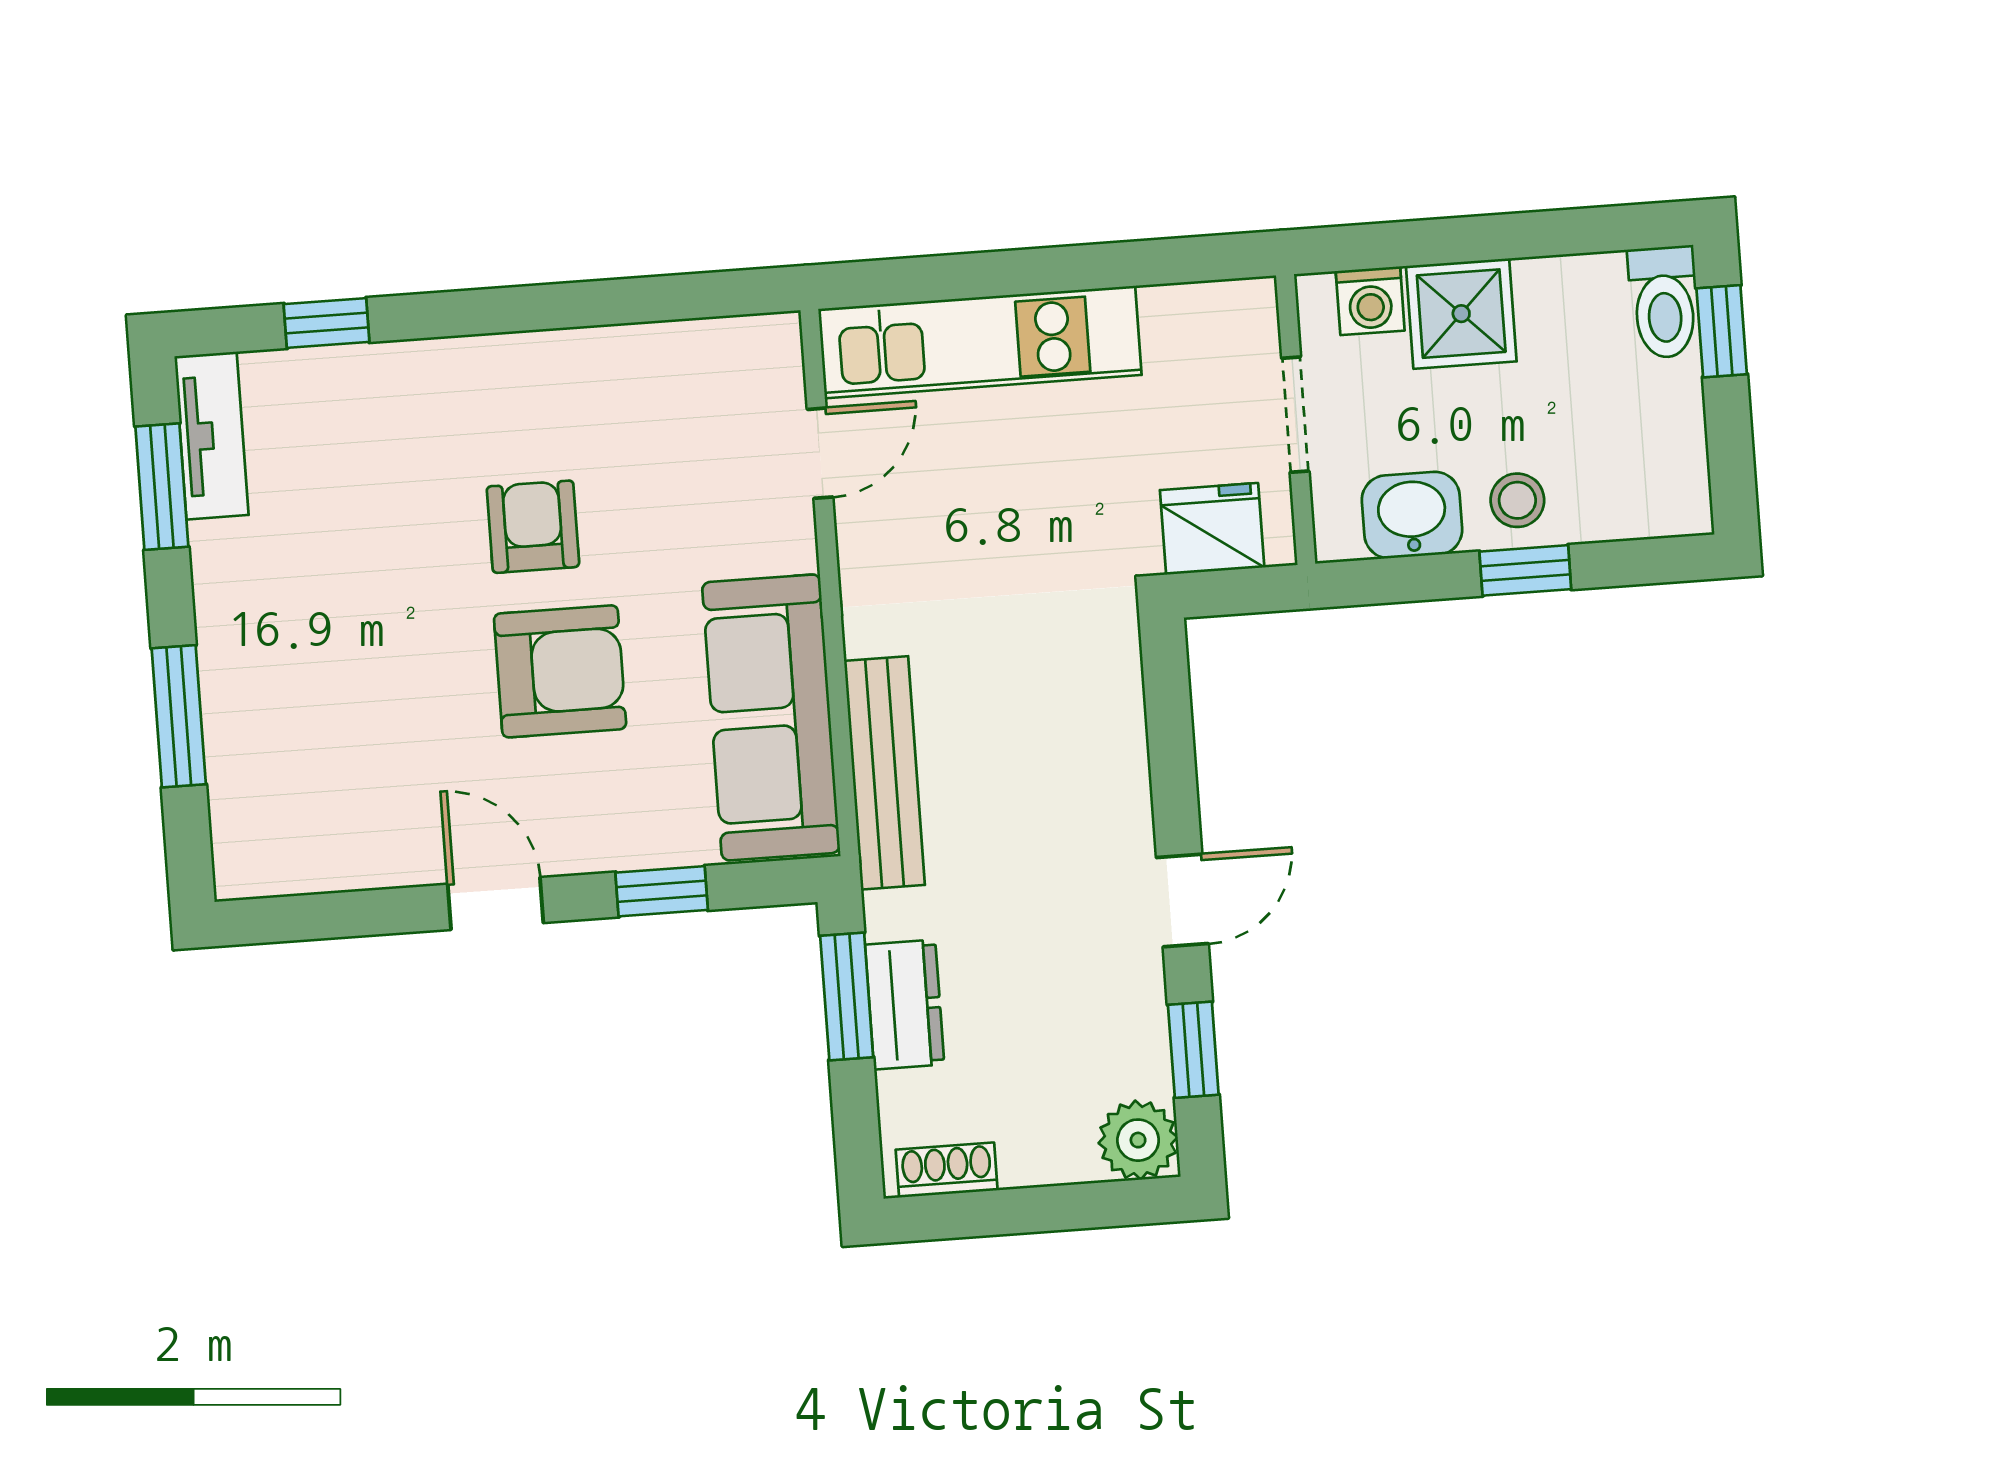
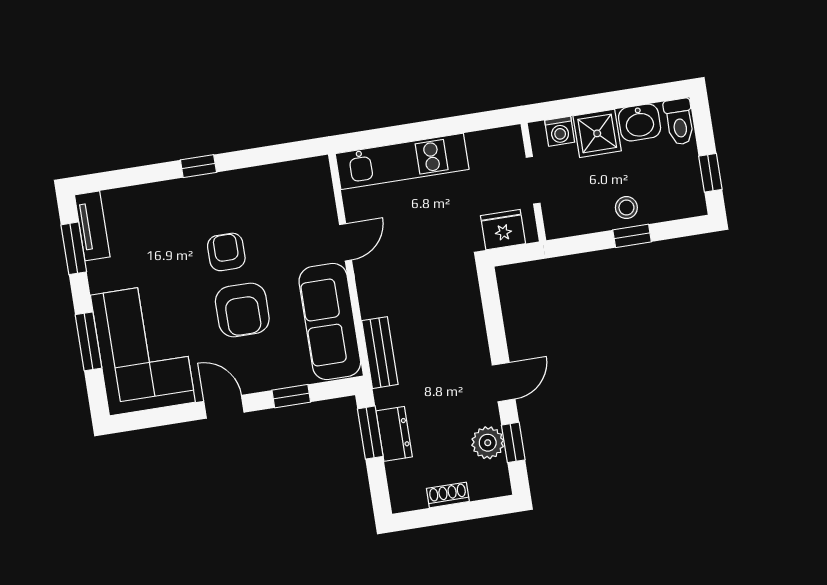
window: (327, 323) -> (198, 166), moved
window: (1722, 331) -> (710, 173), moved
door: (820, 453) -> (345, 242), moved
washbasin: (1412, 515) -> (640, 122), moved, turned 180
armchair: (560, 671) -> (242, 310), turned 90
corner sofa: (310, 745) -> (143, 349), added
bench: (885, 773) -> (380, 353), width x0.73
plant: (1138, 1140) -> (488, 443), moved
shoe rack: (947, 1170) -> (448, 495), moved

